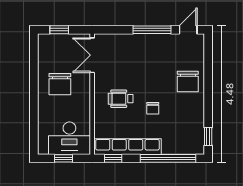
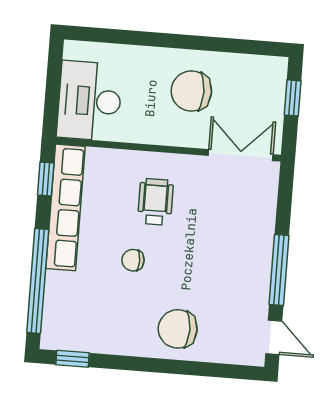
window: (63, 158) -> (53, 87), removed

